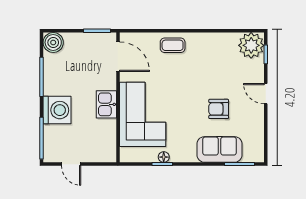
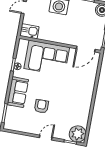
coffee table: (173, 45) -> (87, 85), removed
kitchen sink: (106, 104) -> (29, 31), moved
sofa: (219, 149) -> (18, 92), moved

